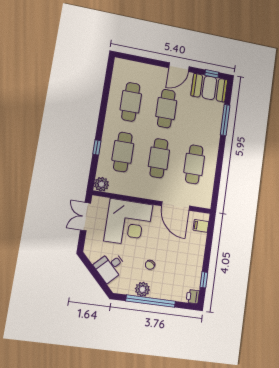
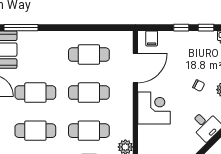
window: (225, 120) -> (21, 28), moved
corner desk: (128, 223) -> (154, 108), width x0.74, depth x0.74
window: (207, 256) -> (181, 28), added

